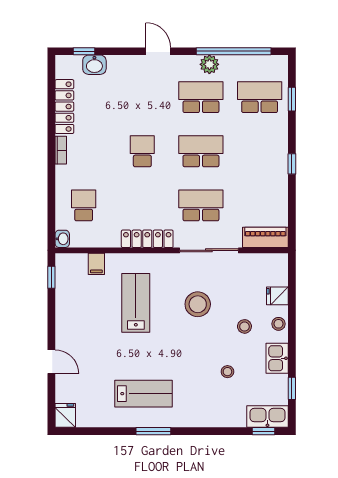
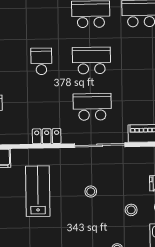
locker: (147, 239) -> (47, 136), width x0.66
stool: (198, 304) -> (91, 191), width x0.53, depth x0.53

